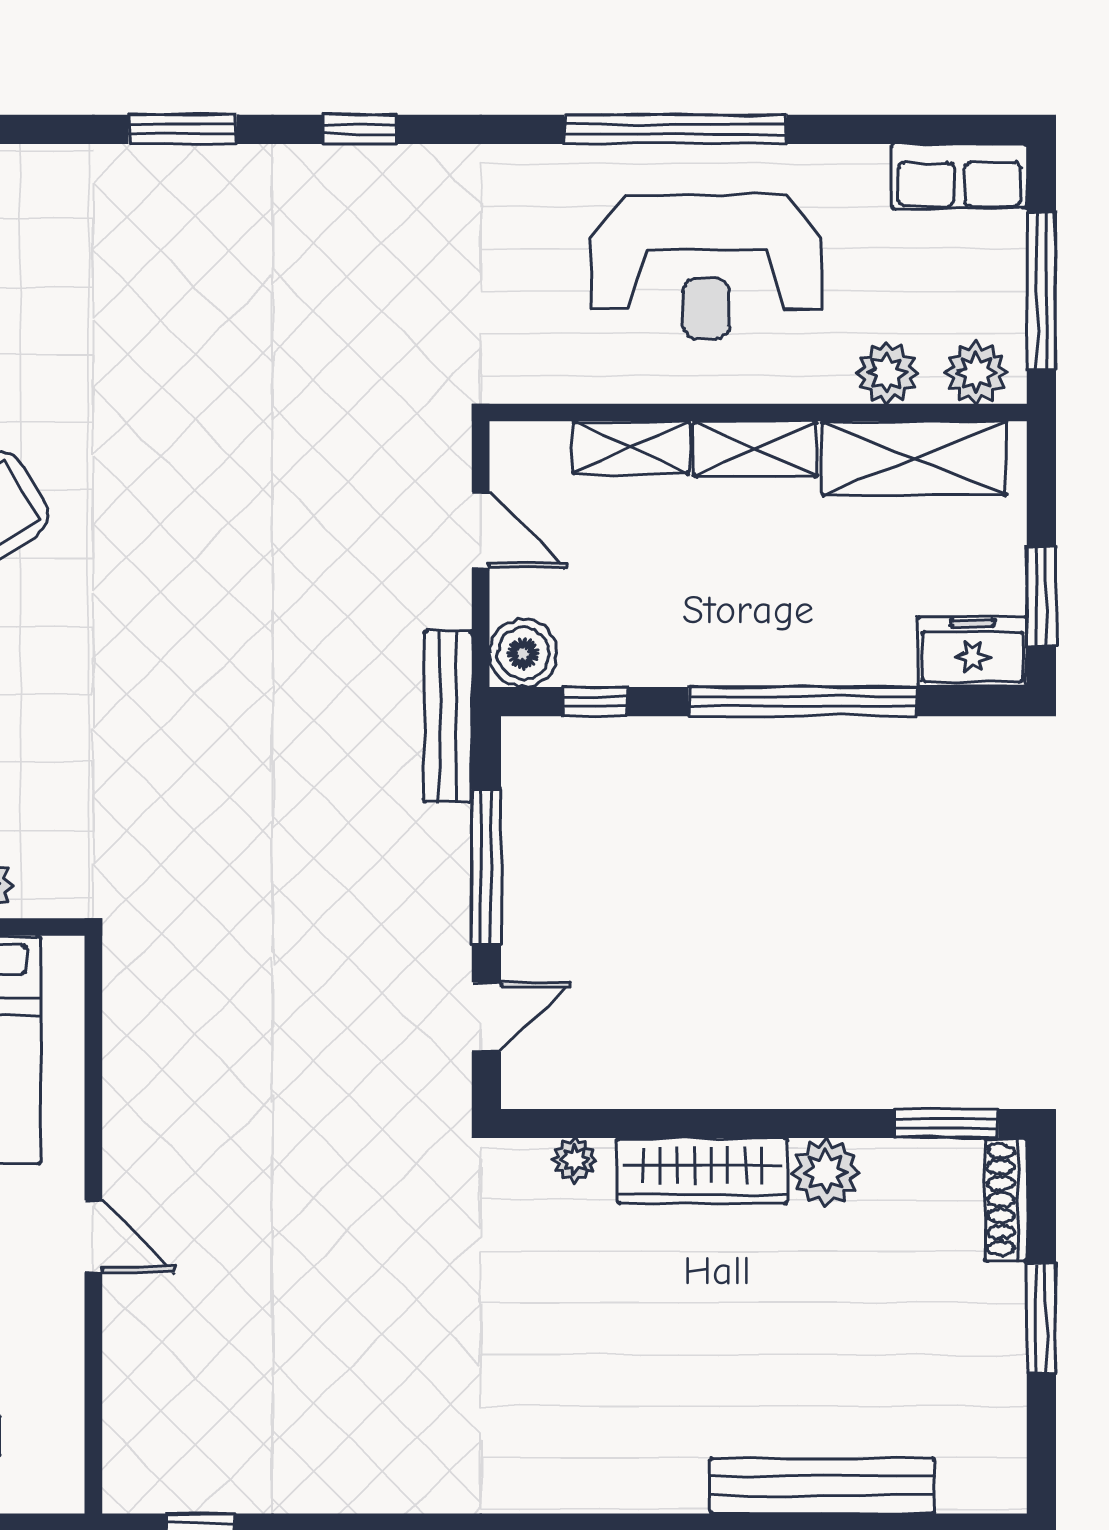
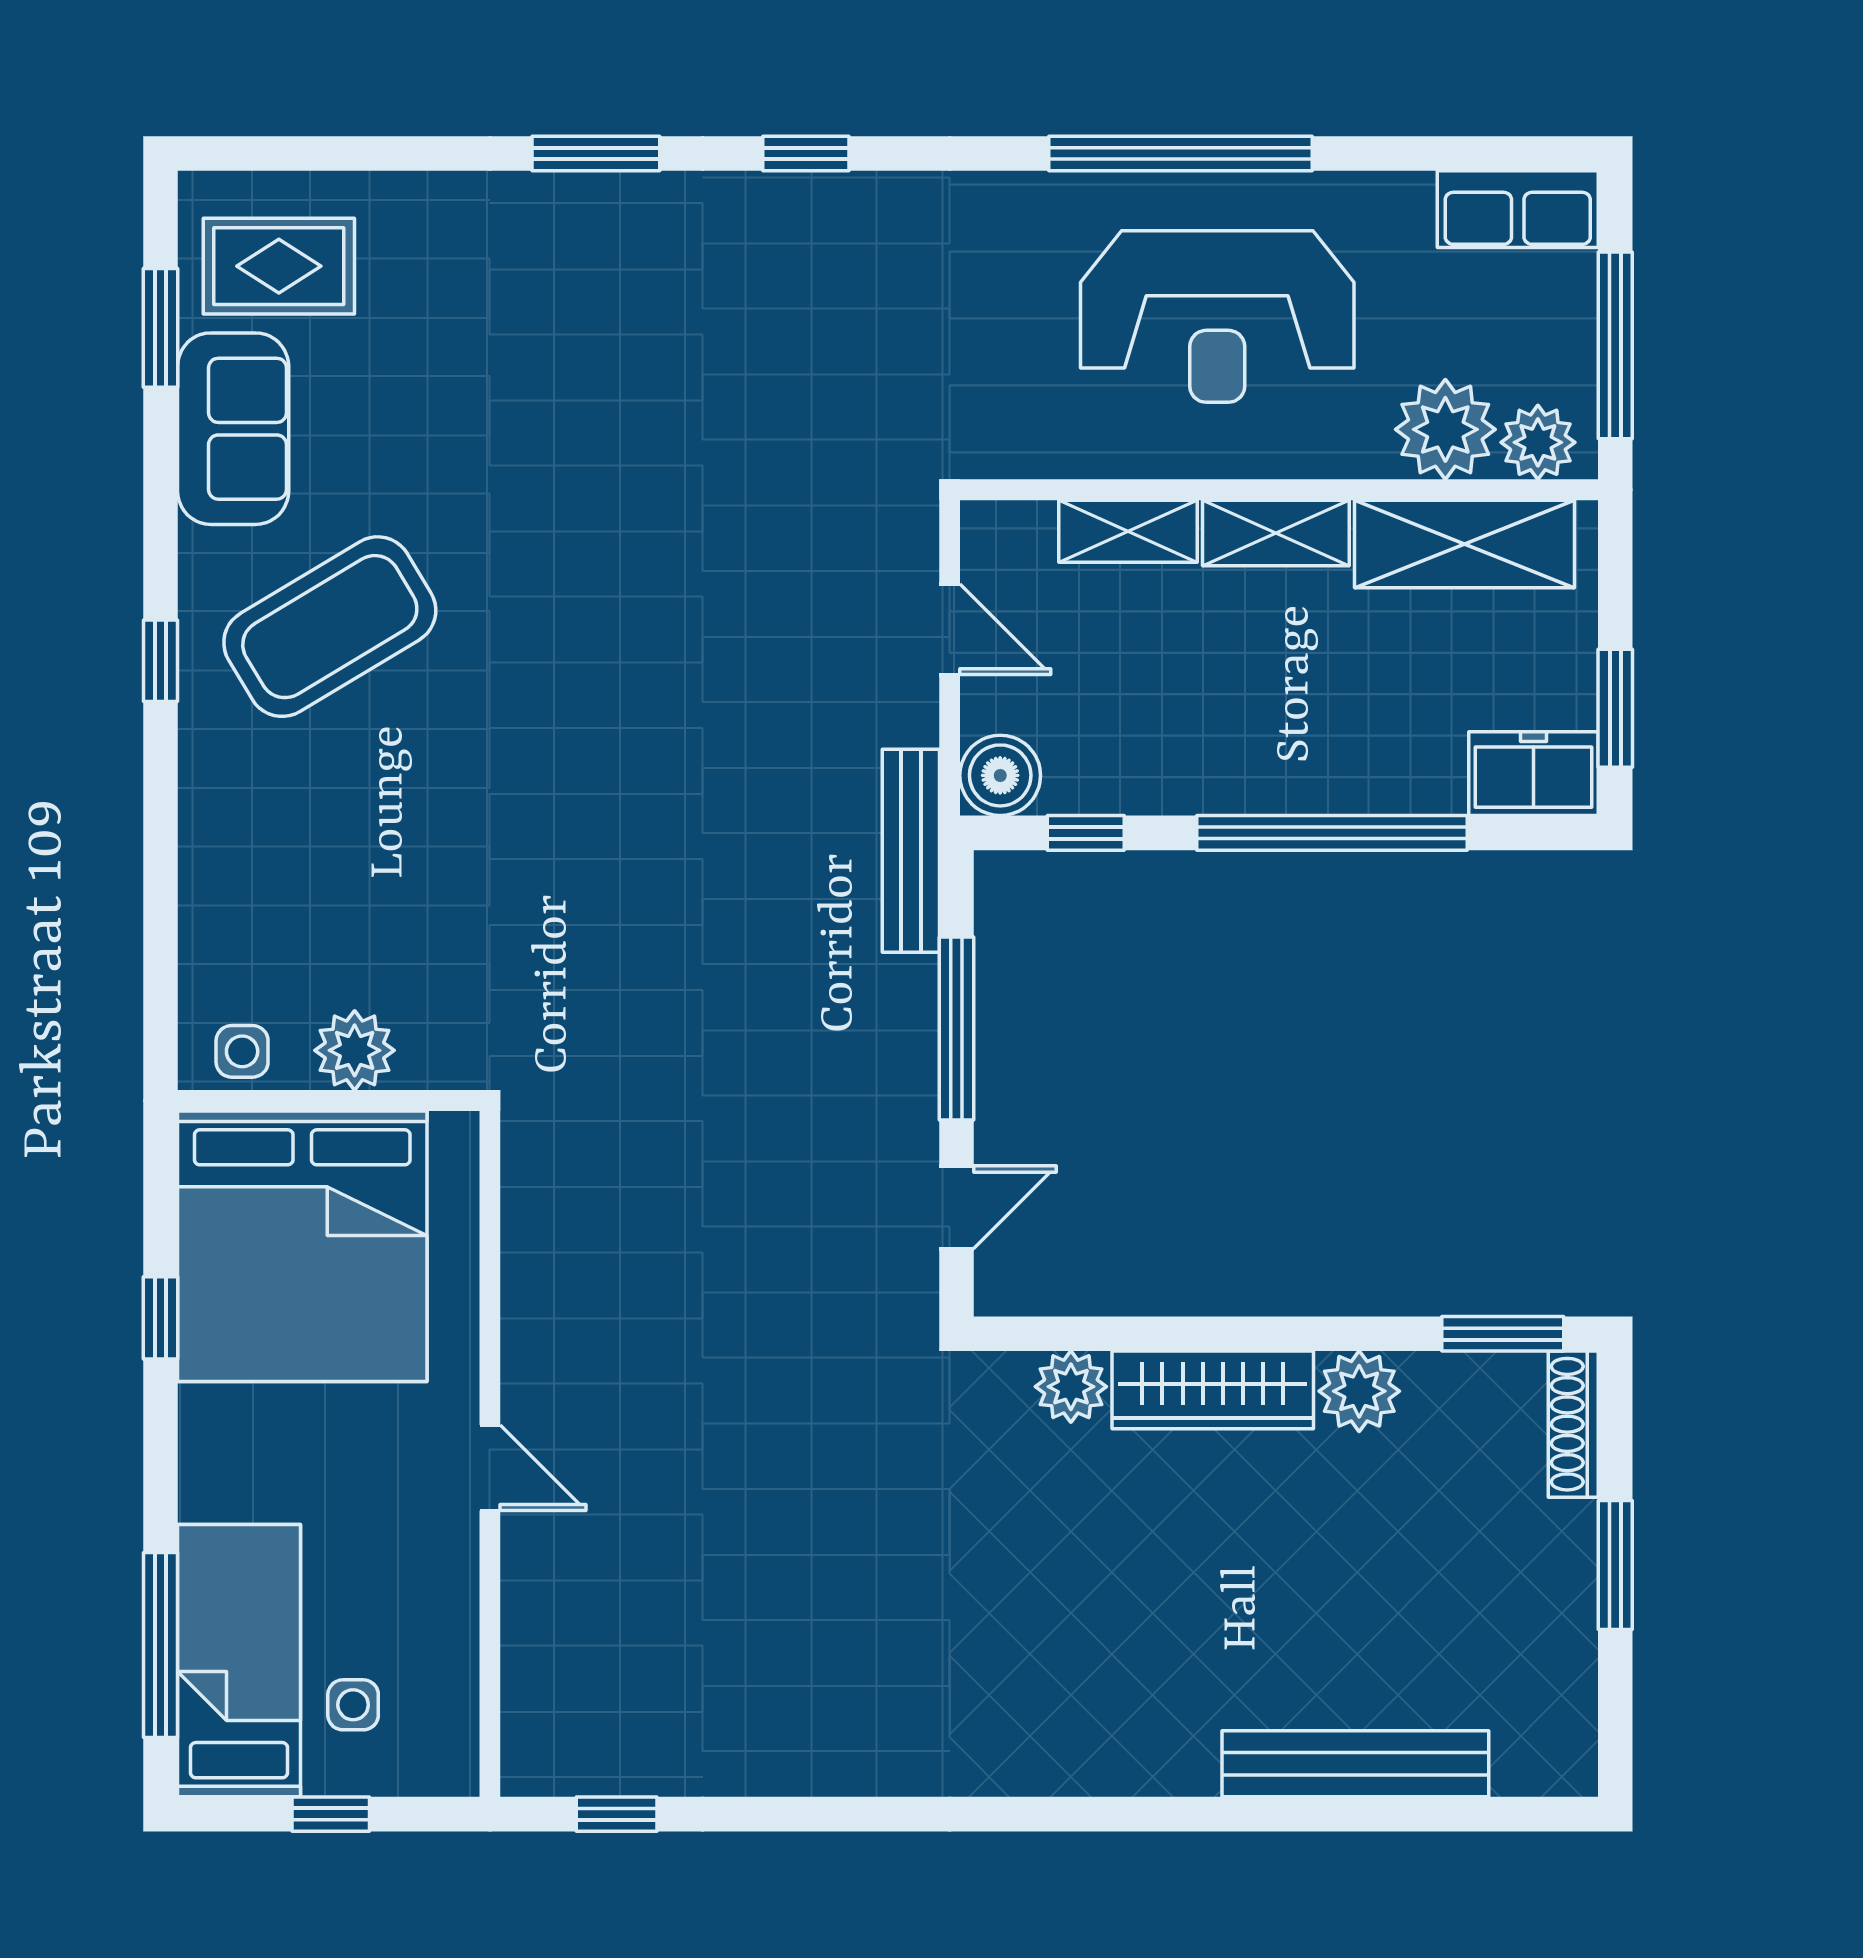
plant: (887, 373) -> (1445, 429), width x1.36, depth x1.36
plant: (575, 1160) -> (1071, 1387), width x1.38, depth x1.38

